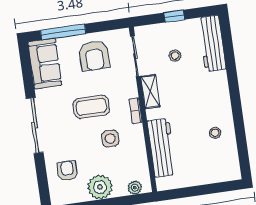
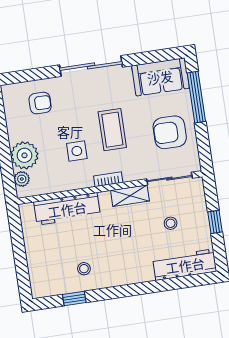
window: (241, 142) -> (74, 299), added
plant: (100, 187) -> (24, 155), moved

